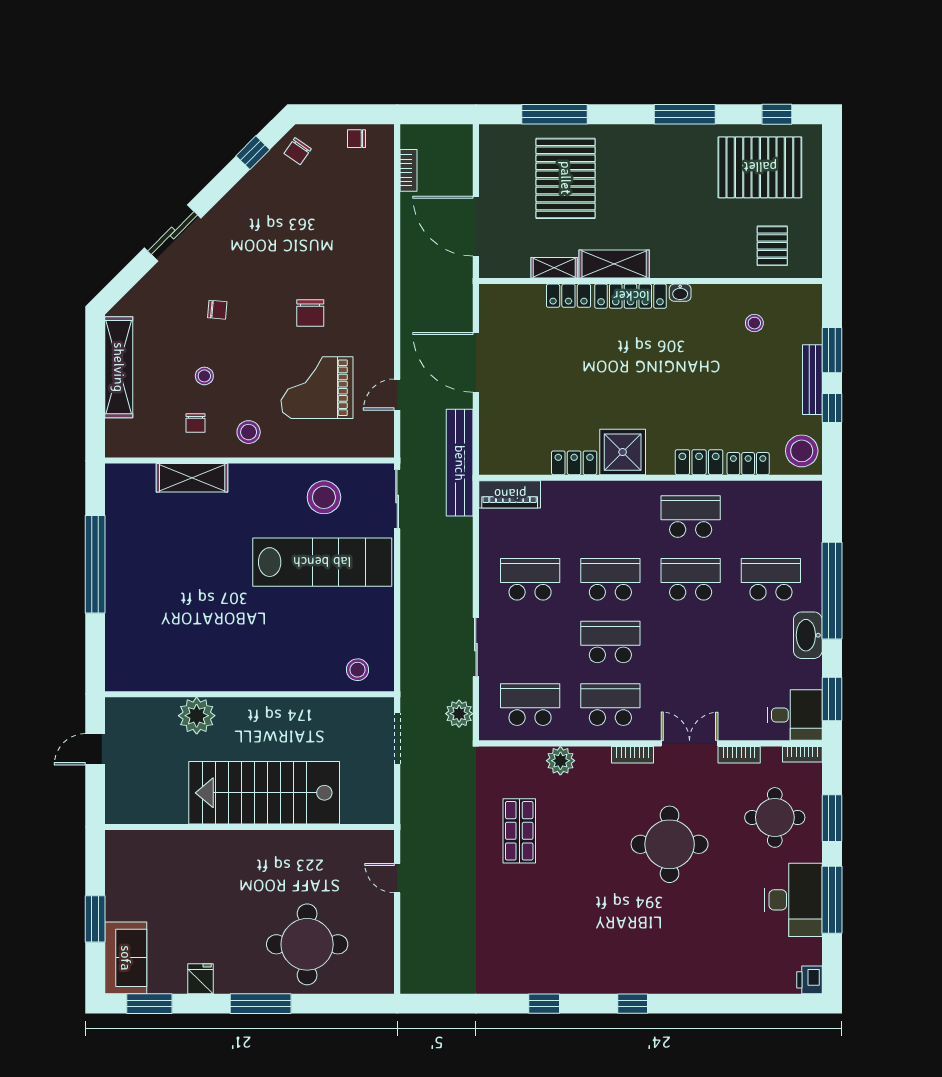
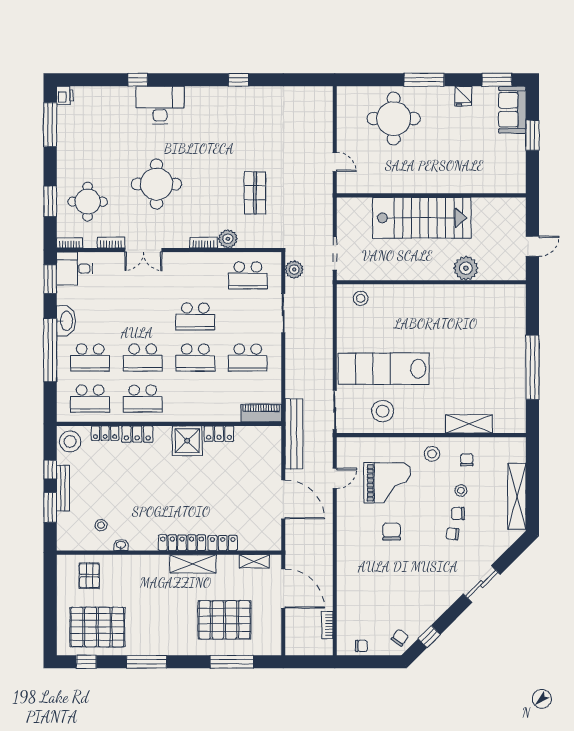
pallet: (566, 178) -> (225, 620), turned 90
shelving: (554, 268) -> (254, 561), moved
washbasin: (680, 293) -> (121, 545), moved
chair: (209, 341) -> (458, 514), added
school desk: (610, 705) -> (90, 399), moved
bookcase: (632, 755) -> (203, 243), moved
desk: (793, 900) -> (160, 105), moved, turned 90
window: (832, 900) -> (50, 125), moved
window: (633, 1004) -> (138, 80), moved

